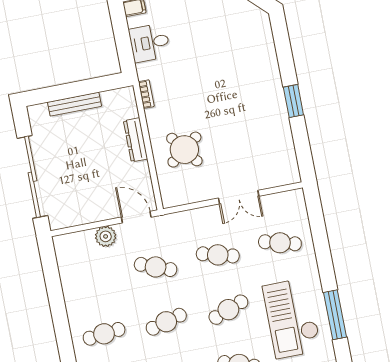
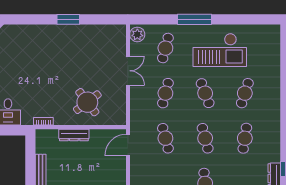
plant: (106, 236) -> (137, 34), moved
cafe table: (156, 267) -> (165, 138), turned -36
window: (335, 315) -> (194, 19), moved

